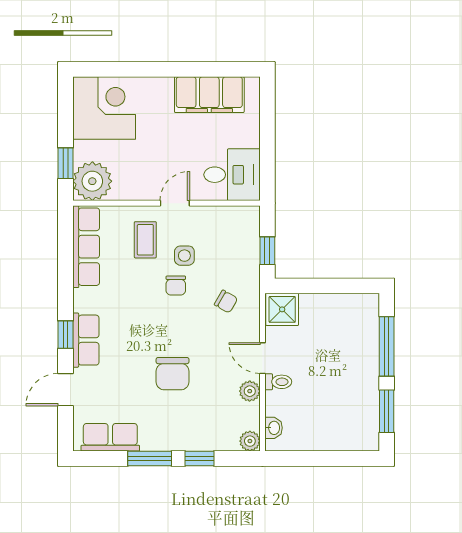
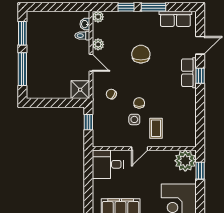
row of seats: (86, 247) -> (189, 124), removed
toilet: (278, 382) -> (82, 36), moved

